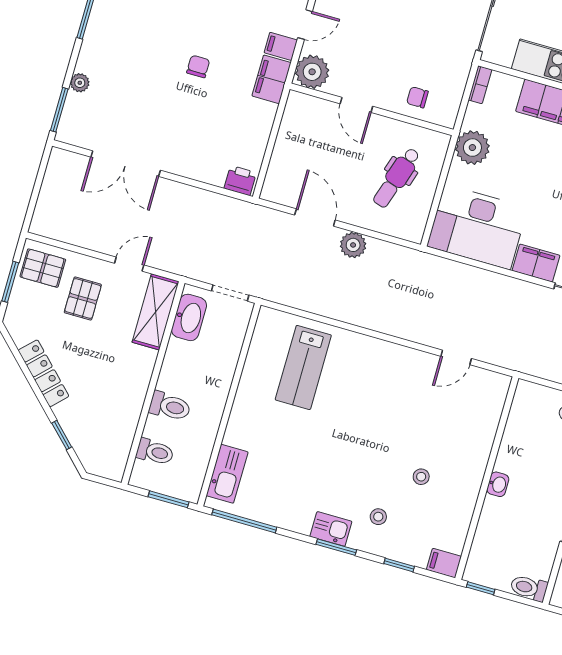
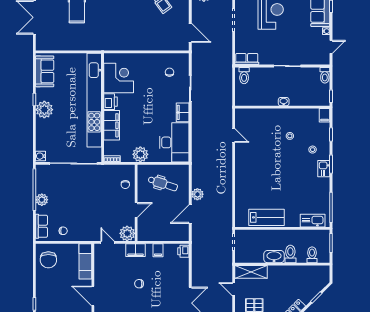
filing cabinet: (281, 46) -> (158, 250), moved
washbasin: (189, 317) -> (274, 257), moved
lab bench: (303, 367) -> (267, 217), moved

